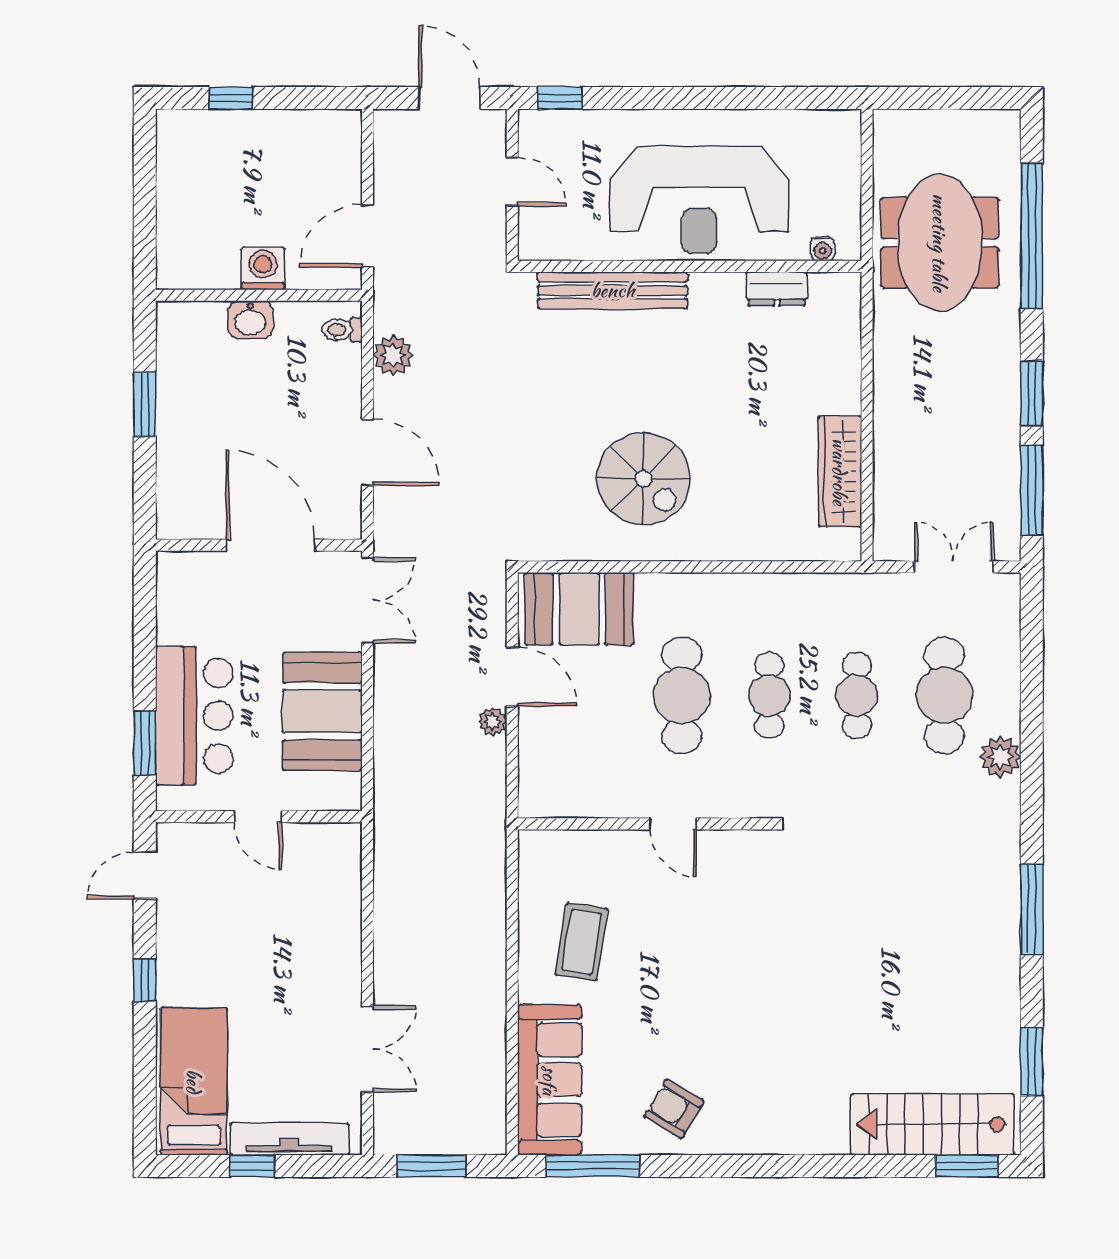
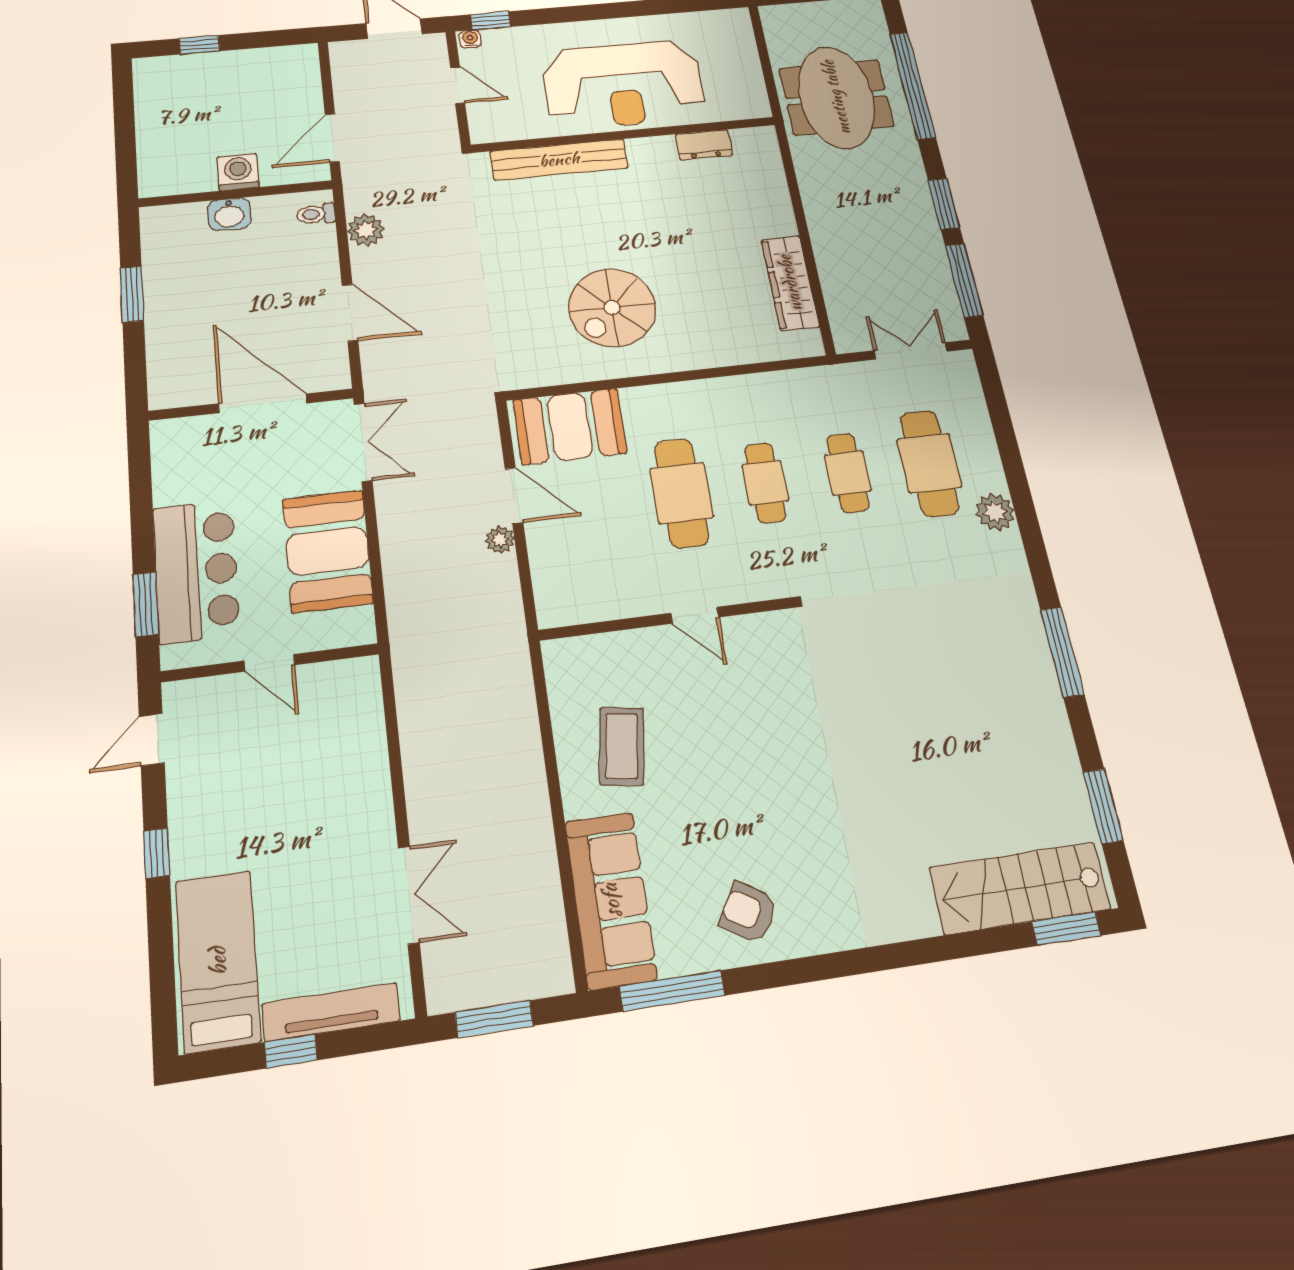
water cooler: (823, 249) -> (470, 39), moved, turned 180
spiral stairs: (643, 479) -> (612, 308), turned 90

